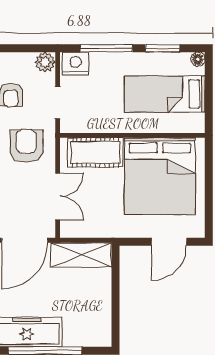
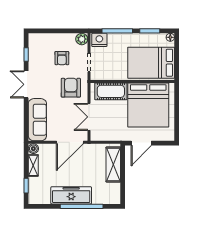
bed: (165, 94) -> (151, 63), width x1.50
double door: (58, 196) -> (89, 117), swing flipped
door: (169, 242) -> (141, 143), moved
shelving: (81, 255) -> (113, 165), moved, turned 90

